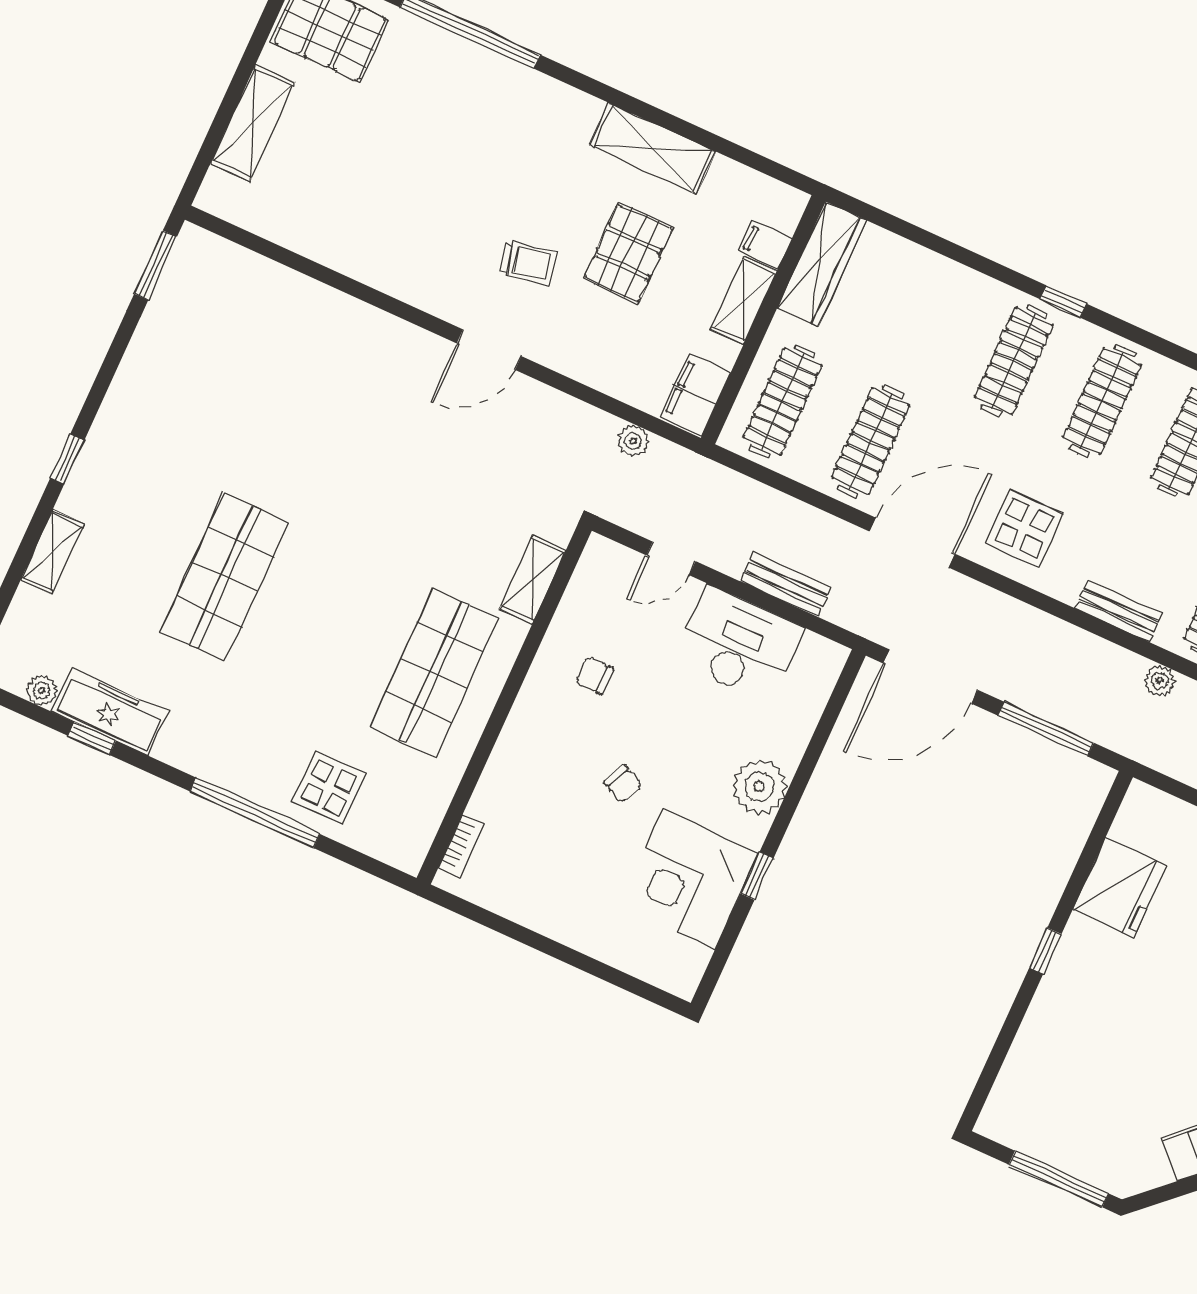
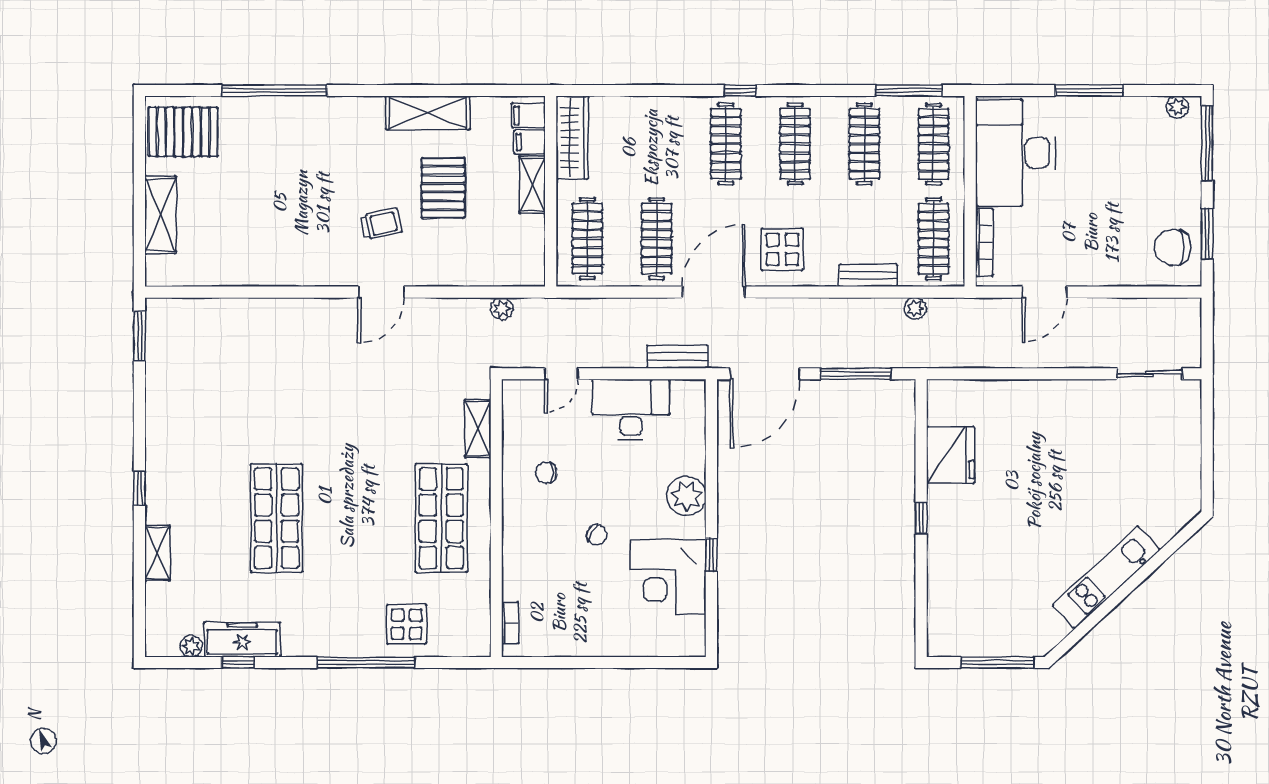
filing cabinet: (695, 395) -> (528, 115), moved, width x0.50
bench: (786, 584) -> (678, 357), moved

